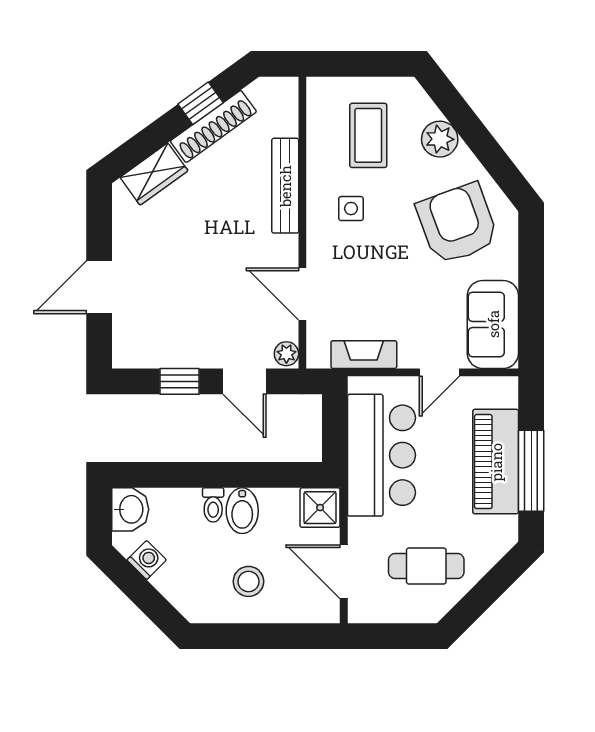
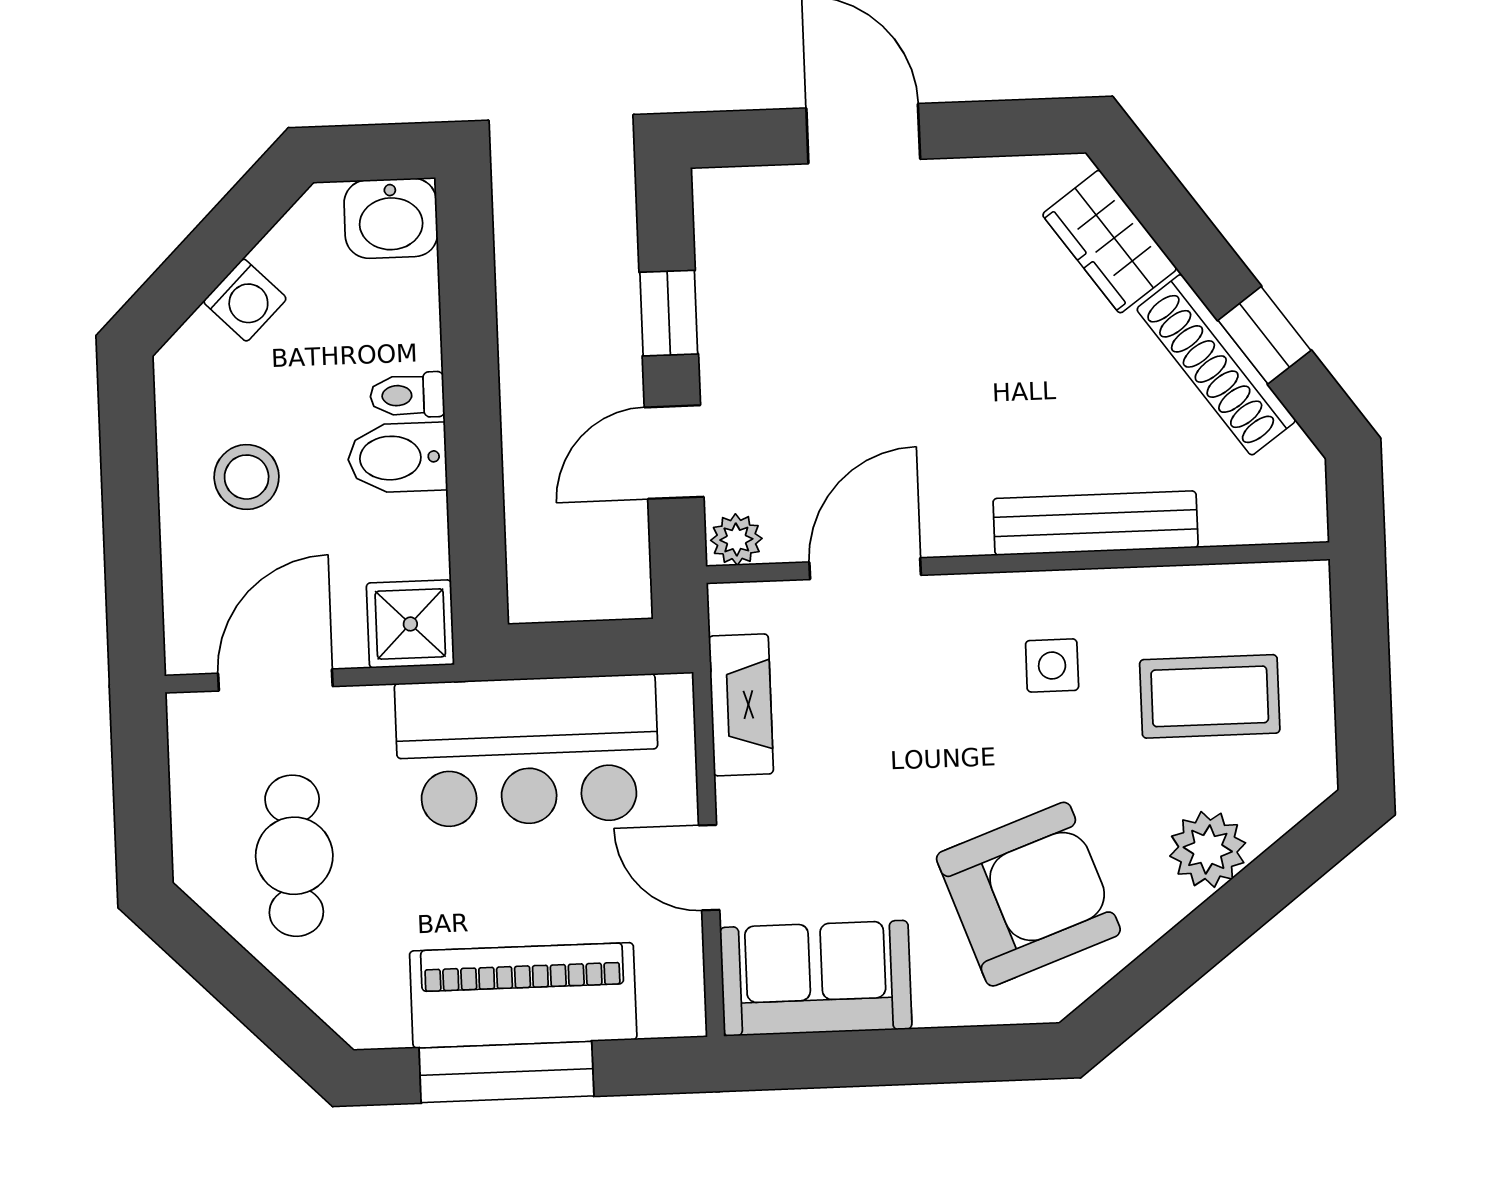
washing machine: (147, 560) -> (245, 300), moved

